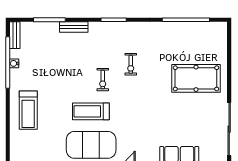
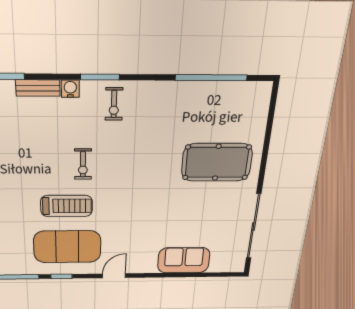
water cooler: (95, 27) -> (70, 89), added
exercise bike: (131, 64) -> (114, 104), moved
treadmill: (91, 111) -> (66, 206), turned 180

